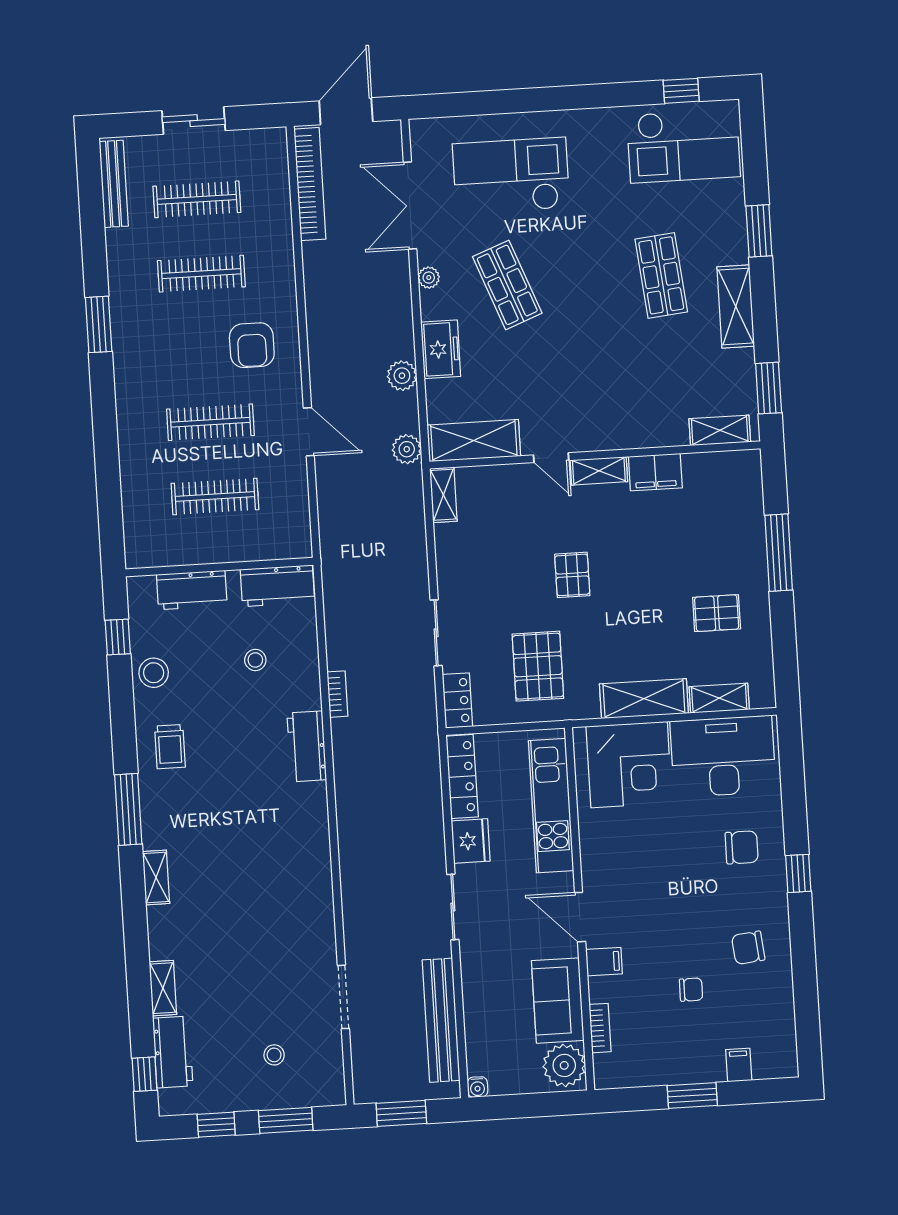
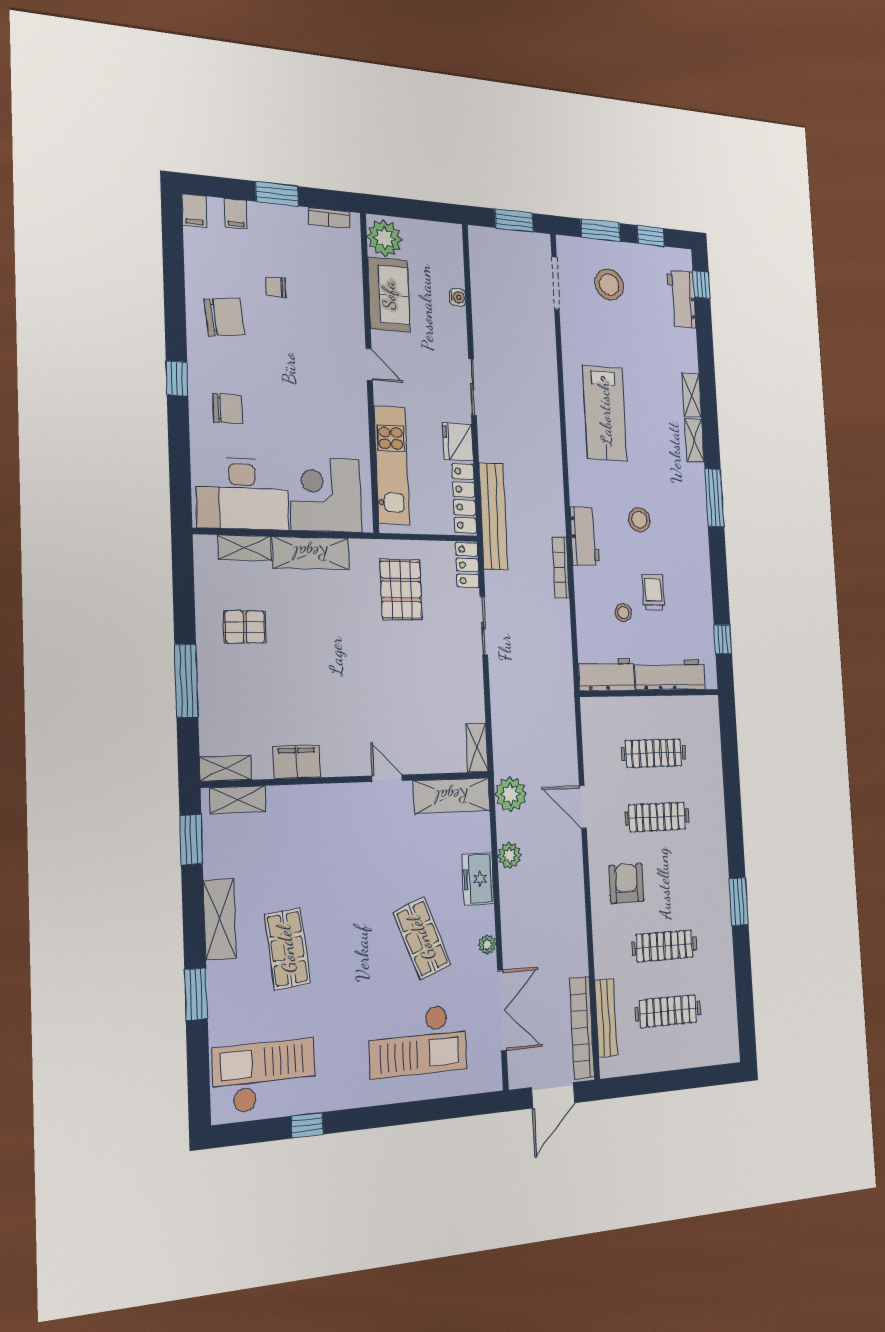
window: (681, 91) -> (307, 1125), moved
sliding door: (194, 121) -> (671, 1081), removed
bench: (114, 184) -> (606, 1018), moved
plant: (407, 449) -> (511, 794), width x1.36, depth x1.36
shelving: (599, 471) -> (226, 768), moved
pallet: (572, 575) -> (371, 670), removed
workbench: (192, 590) -> (670, 675), width x1.38
stool: (154, 673) -> (639, 520), moved
bookcase: (337, 694) -> (561, 568), width x1.56
trolley: (170, 747) -> (653, 592), moved
chair: (742, 847) -> (228, 409), turned 180
lab bench: (280, 897) -> (605, 413), added
door: (580, 917) -> (369, 364), width x0.73
chair: (748, 948) -> (224, 317), width x1.37, depth x1.37
filing cabinet: (604, 962) -> (194, 211), moved, turned -90
shelving: (163, 988) -> (692, 395), moved
doorway: (343, 997) -> (556, 283), moved
bench: (441, 1020) -> (493, 516), moved
bookcase: (600, 1028) -> (329, 218), moved, turned -90
stool: (274, 1055) -> (609, 284), width x1.89, depth x1.89
water cooler: (477, 1087) -> (458, 297), moved, turned 90

